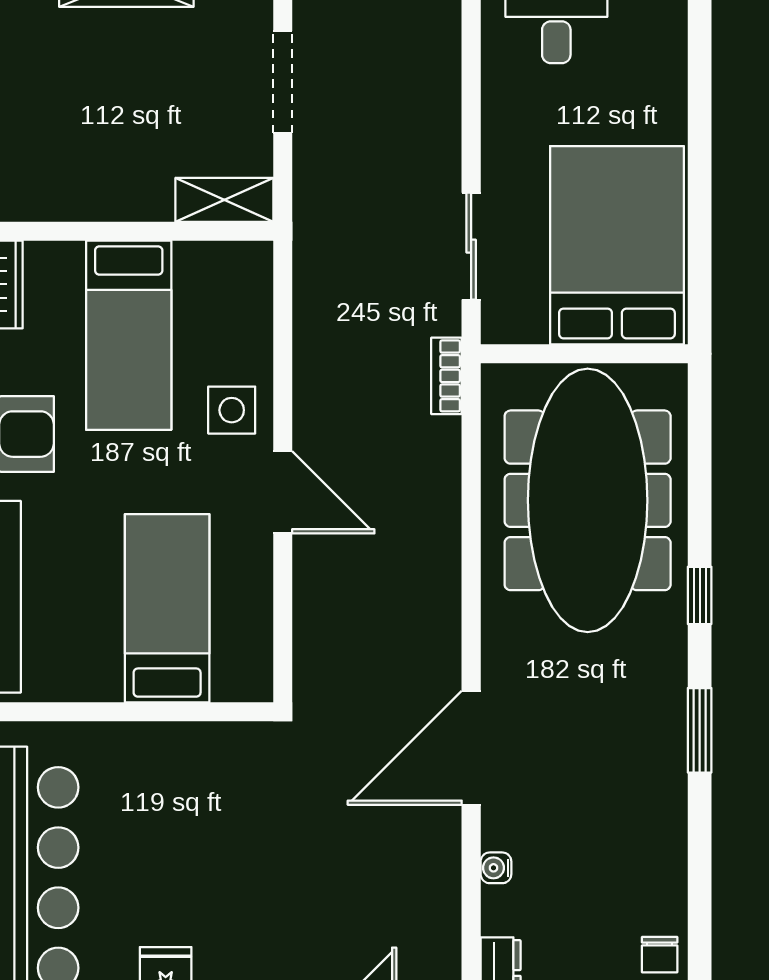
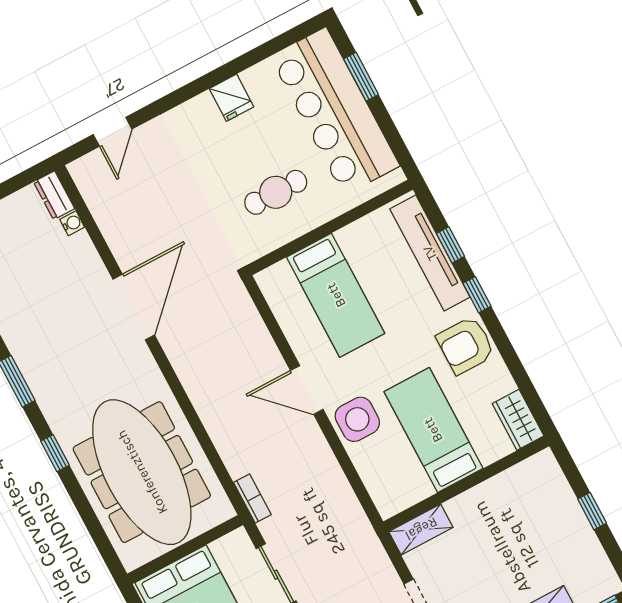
side table: (232, 410) -> (357, 419), width x1.37, depth x1.37
cafe table: (175, 805) -> (276, 192), added
water cooler: (496, 868) -> (72, 223), moved

